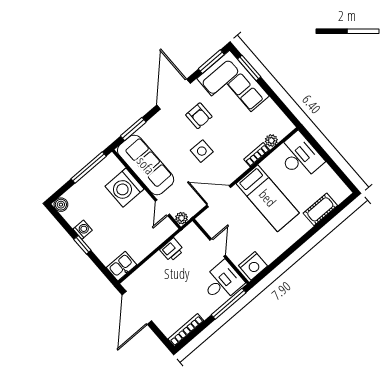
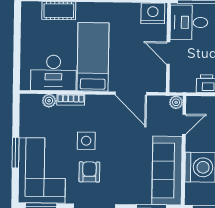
window: (249, 68) -> (15, 153), moved
side table: (202, 151) -> (86, 141), moved
desk: (299, 156) -> (53, 73), moved, turned -90
door: (218, 248) -> (168, 53), hinge flipped

